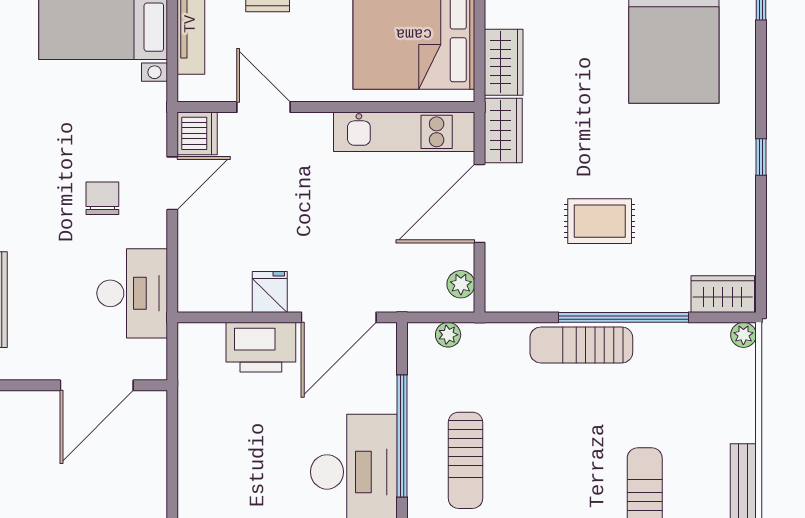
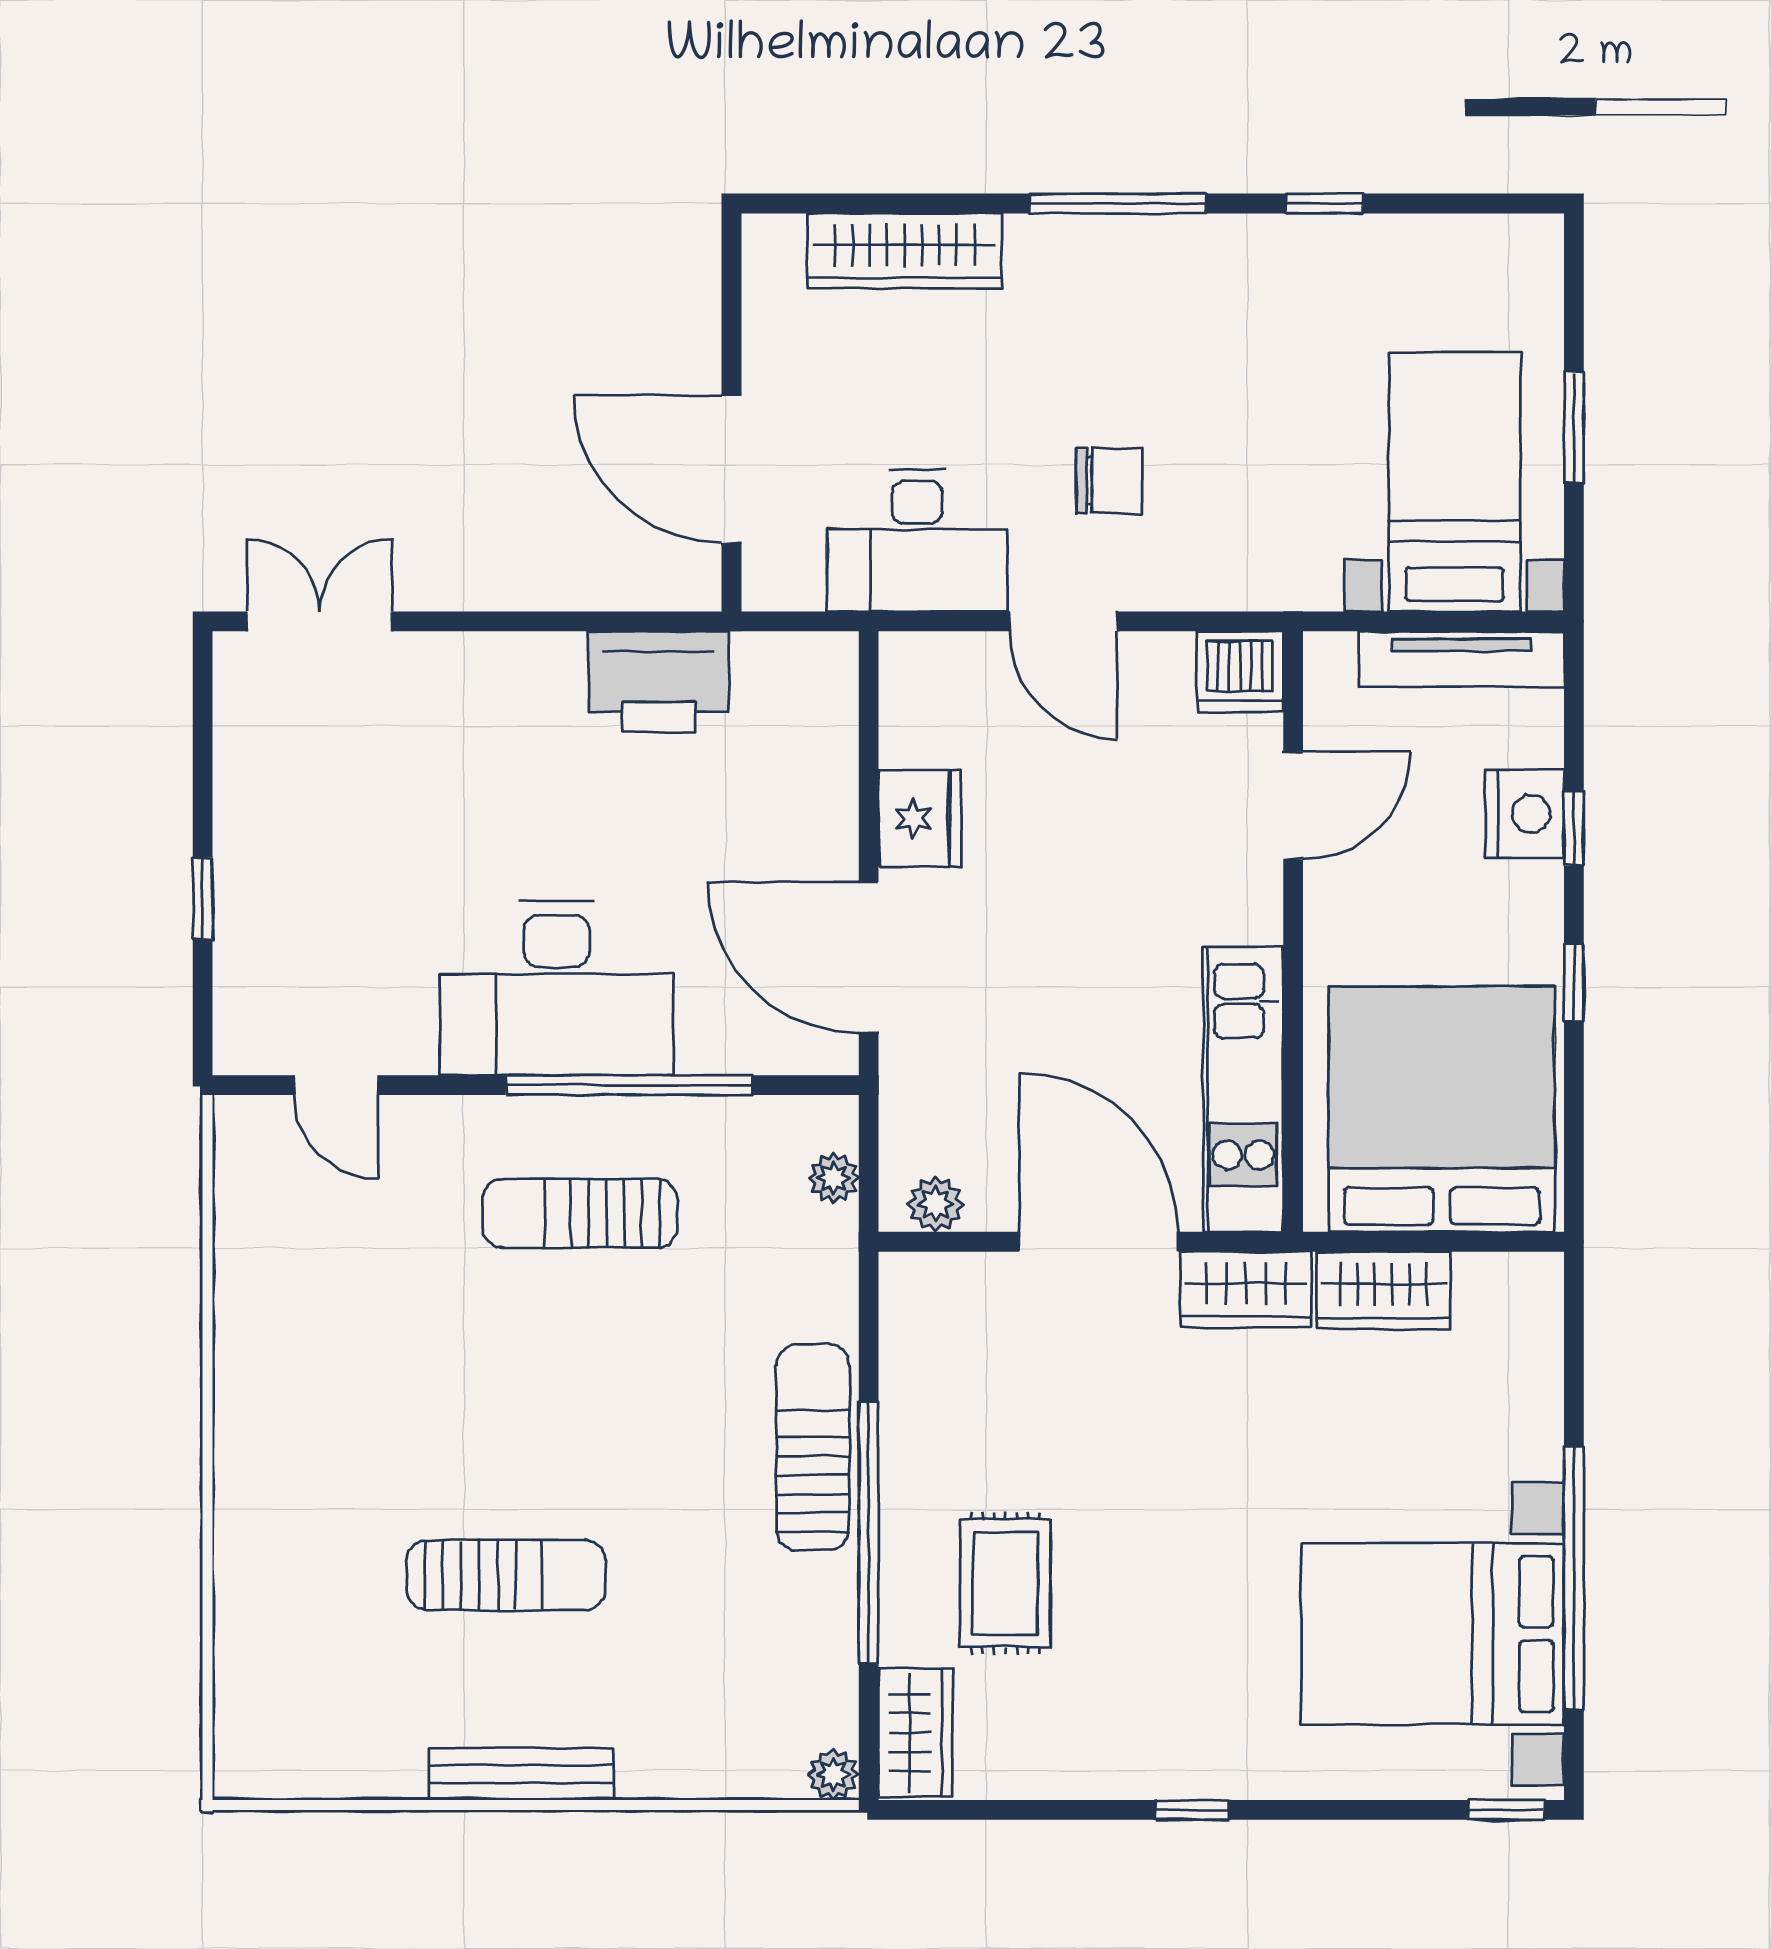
door: (172, 183) -> (1063, 621), moved
rug: (600, 221) -> (1005, 1583), moved
fridge: (270, 292) -> (920, 818), width x1.38
printer: (261, 347) -> (659, 682), moved, turned -90

